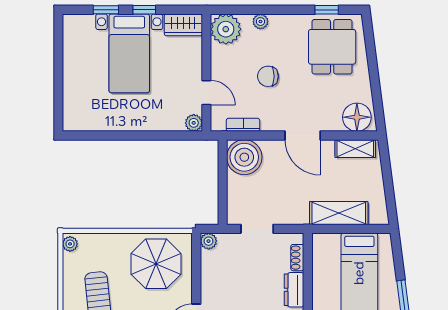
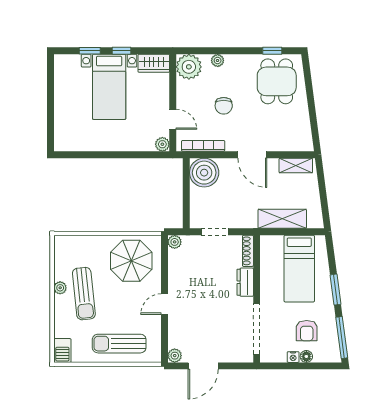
chair: (268, 76) -> (224, 106), turned -90
floor lamp: (357, 117) -> (297, 140), removed
bookcase: (243, 125) -> (203, 146), width x1.56
plant: (70, 244) -> (60, 288), moved
shoe rack: (297, 258) -> (248, 251), width x1.43

